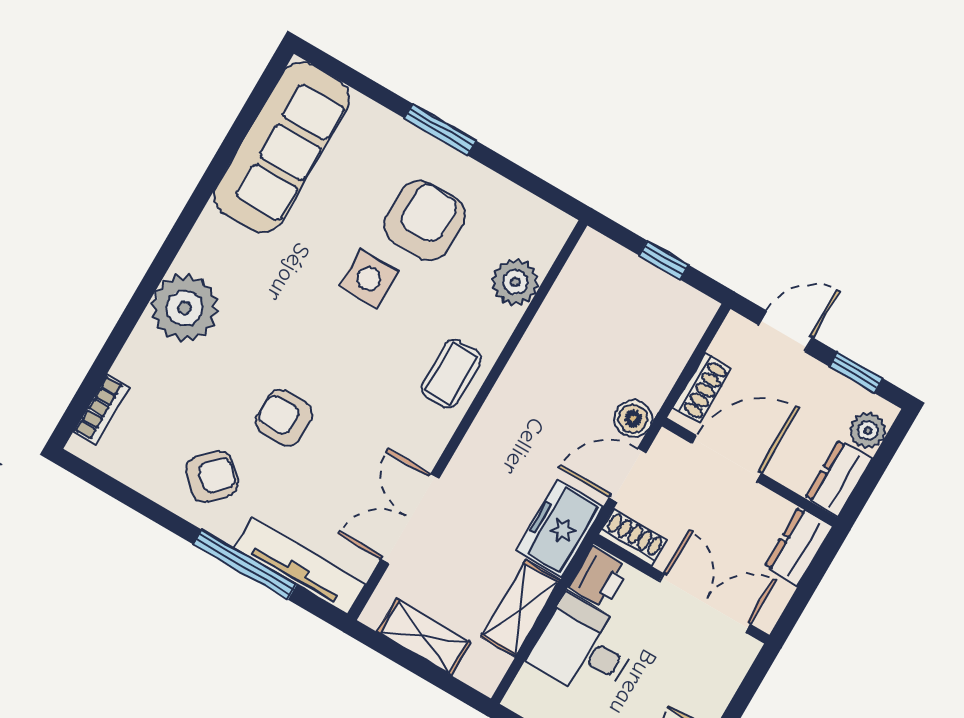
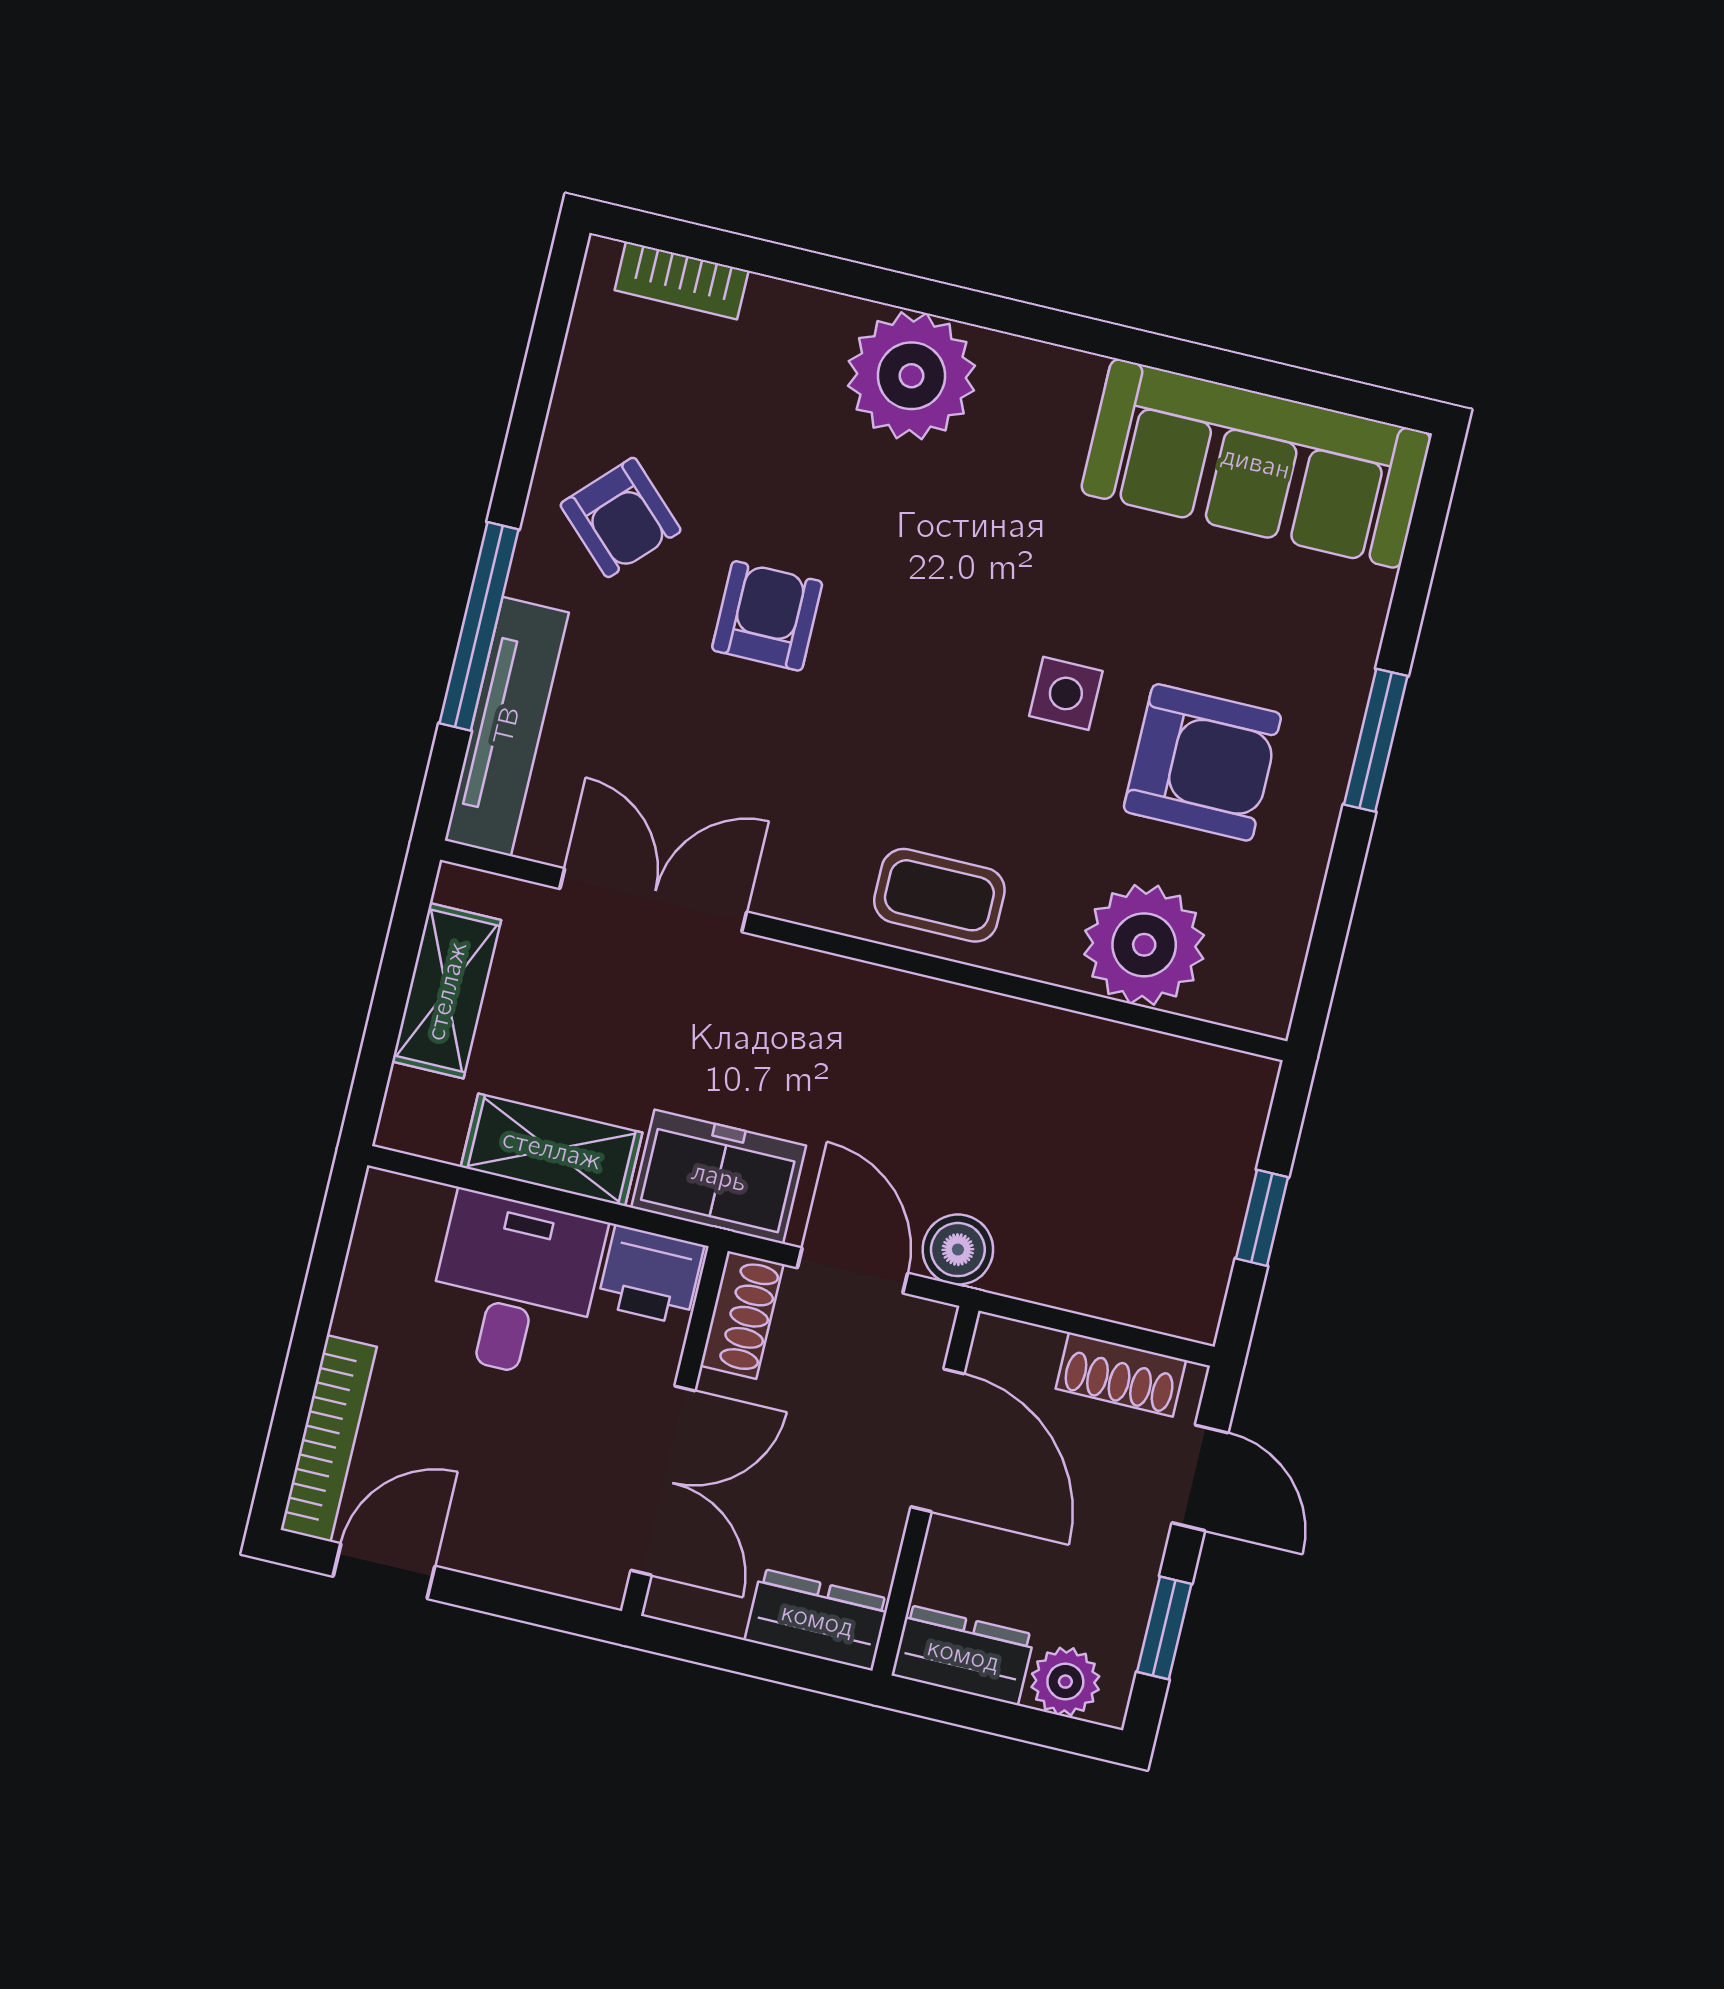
side table: (369, 279) -> (1066, 693), width x0.73, depth x0.73
plant: (515, 282) -> (1144, 945), width x1.36, depth x1.36
shoe rack: (702, 388) -> (1121, 1374), moved

